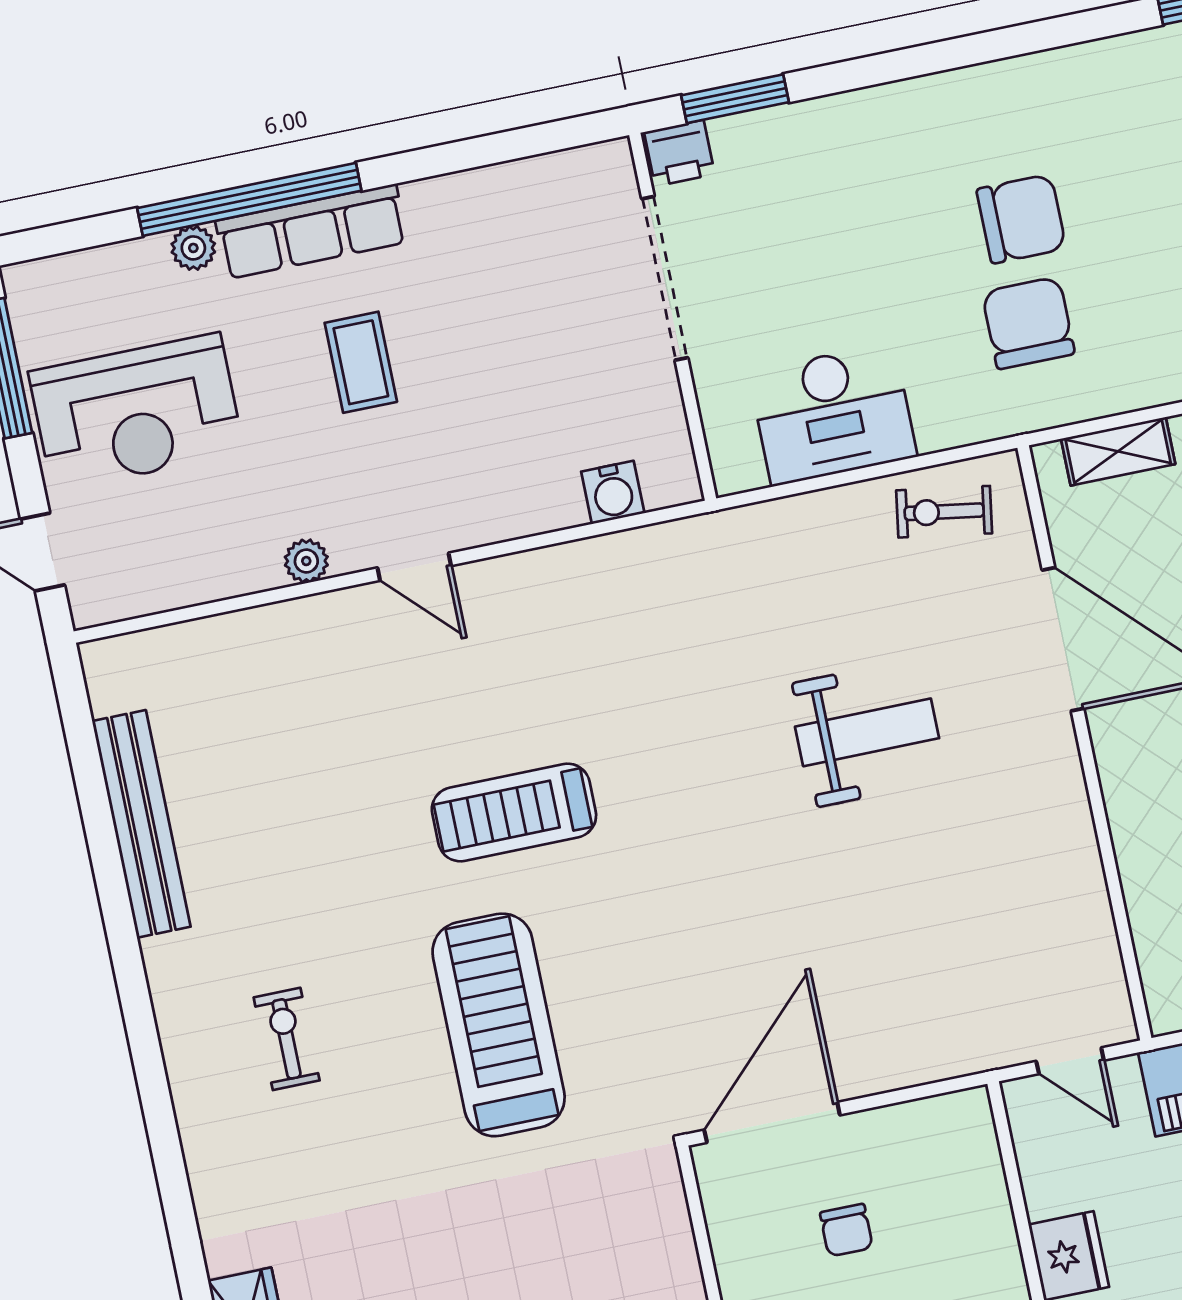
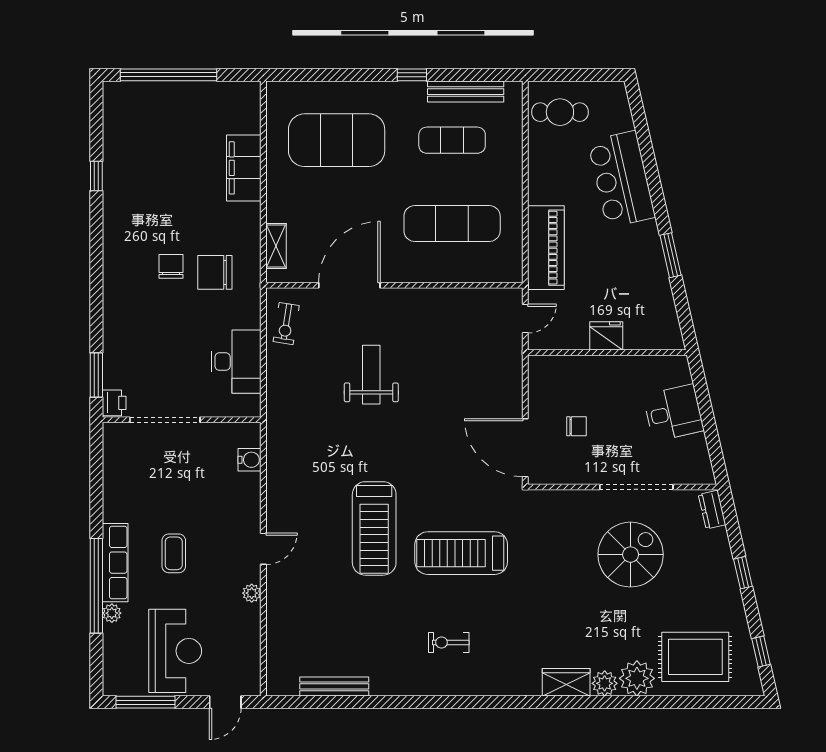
chair: (1021, 219) -> (171, 266), width x0.73, depth x0.73
coffee table: (361, 362) -> (174, 553), turned 90
treadmill: (514, 812) -> (374, 528), width x1.37, depth x1.38
bench: (141, 824) -> (334, 686), width x0.73, depth x0.82

